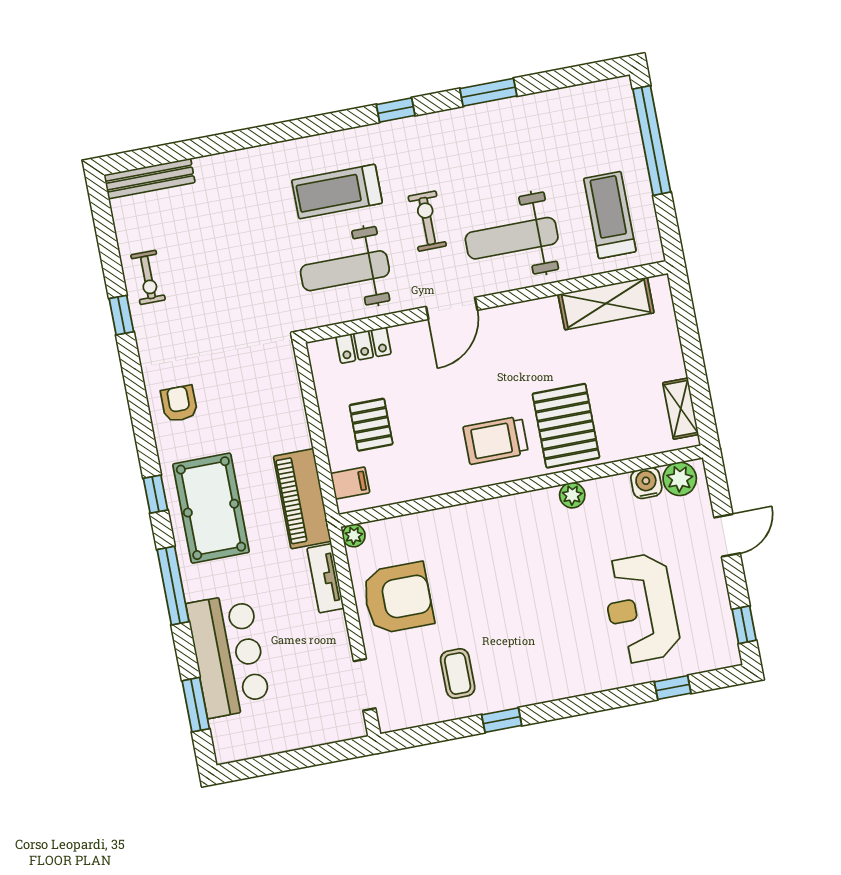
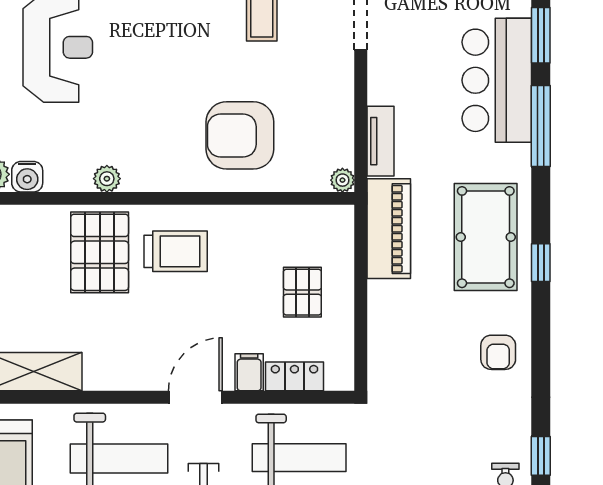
filing cabinet: (350, 483) -> (249, 372), moved, turned 90
window: (173, 586) -> (541, 126), moved
armchair: (398, 598) -> (240, 135), moved

